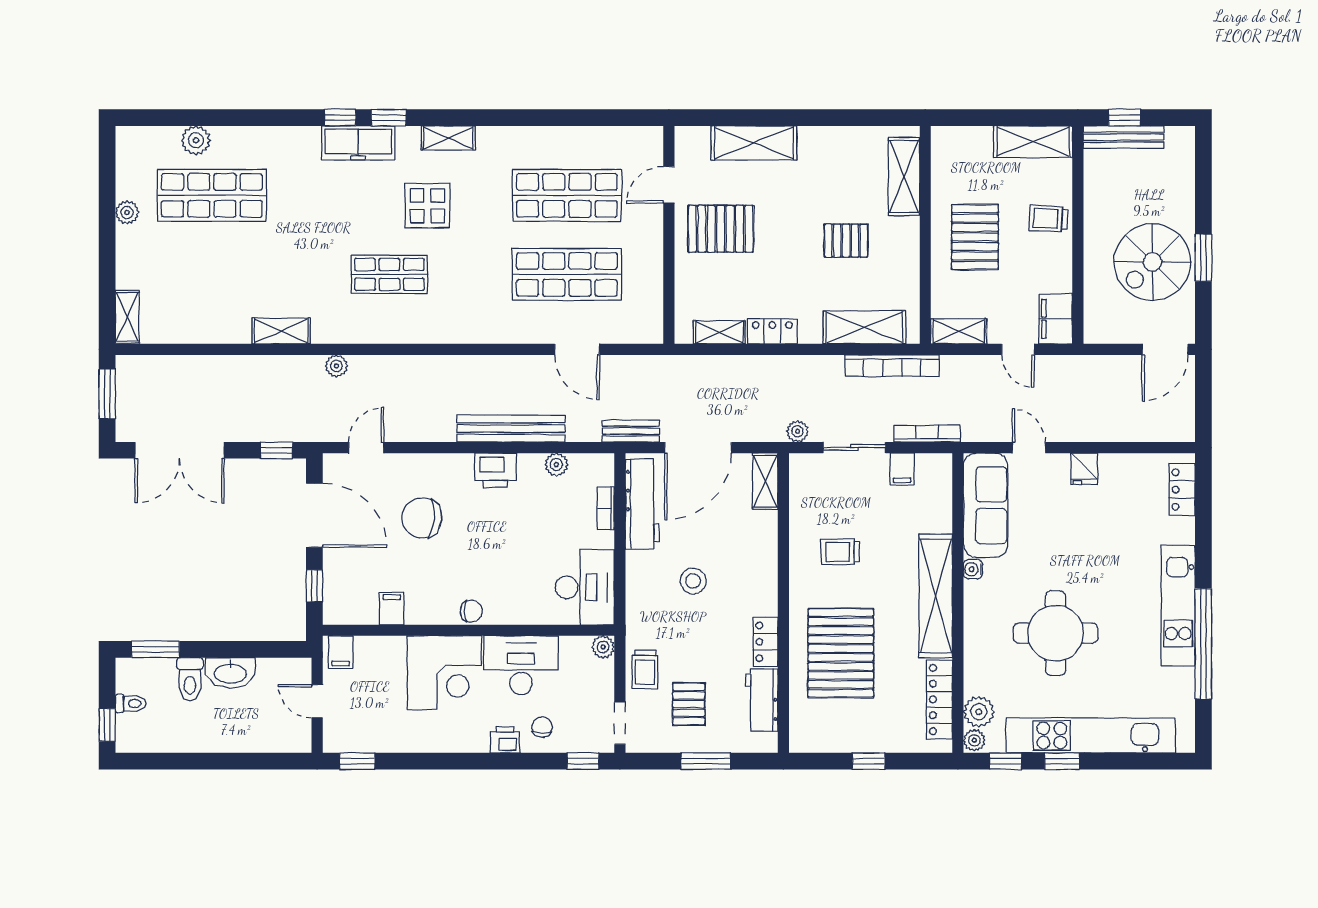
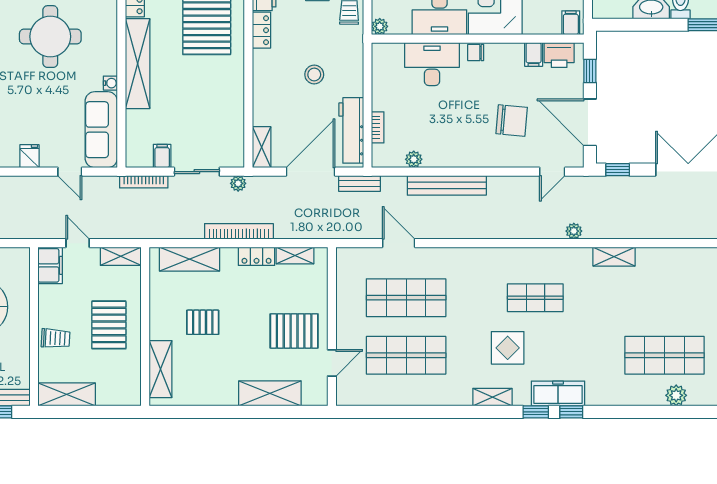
bookcase: (892, 366) -> (239, 231), moved
printer: (495, 470) -> (559, 55), moved, turned 180
trolley: (840, 552) -> (207, 96), removed
desk: (585, 587) -> (432, 64), moved, turned 90

